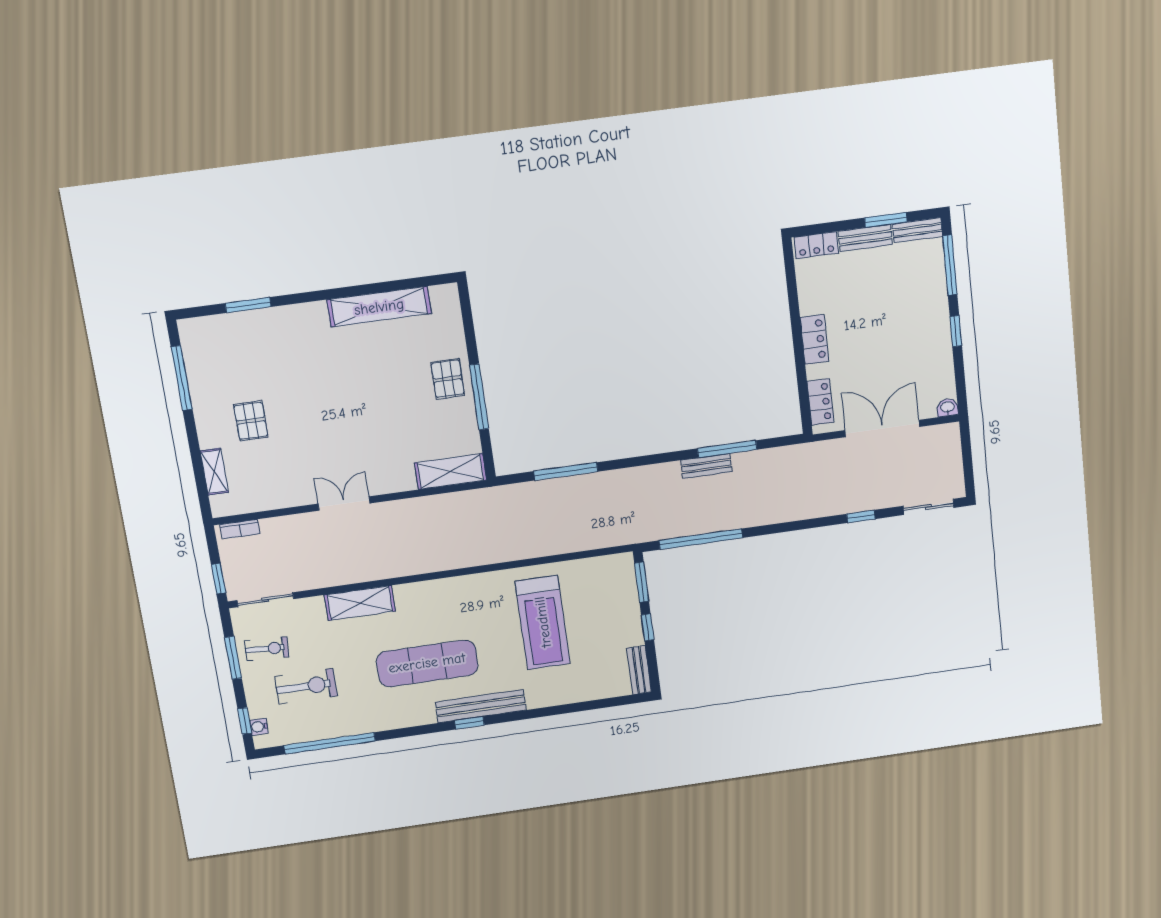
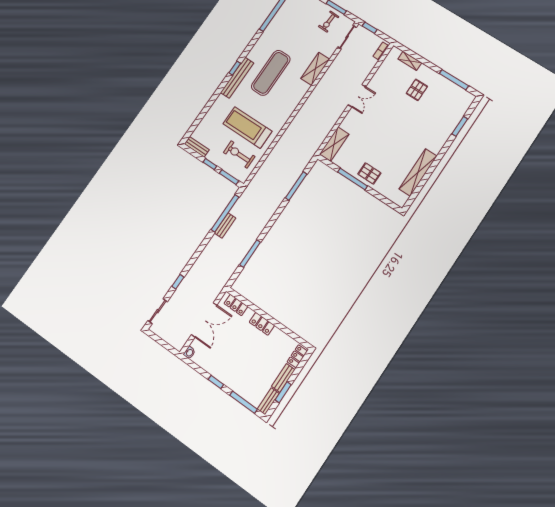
pallet: (251, 421) -> (417, 90), turned 90
bench: (706, 466) -> (225, 226), moved
exercise bike: (306, 686) -> (239, 155), moved, turned 90

